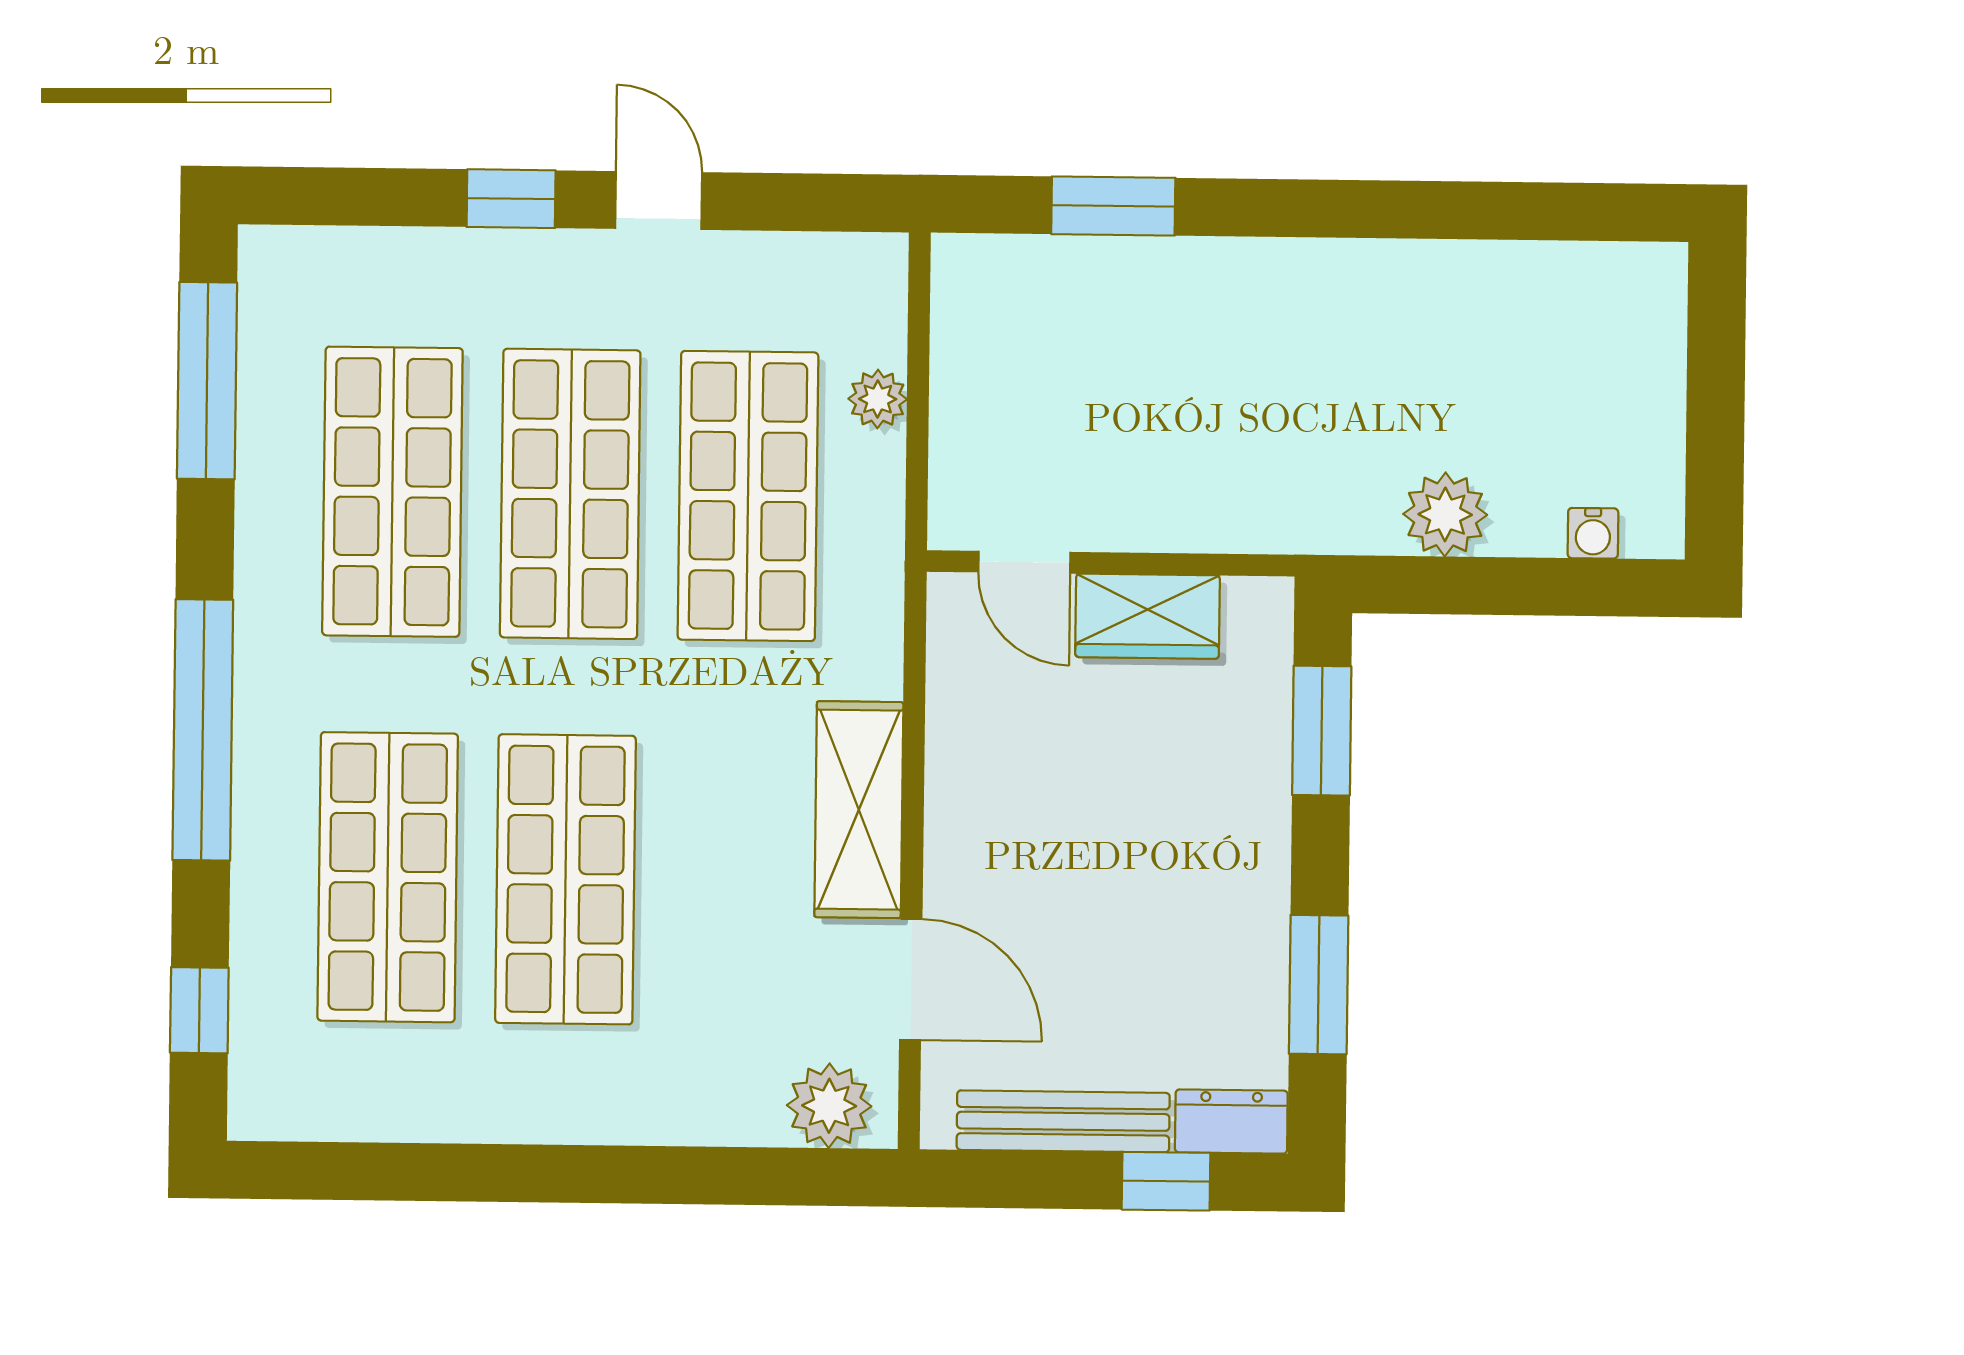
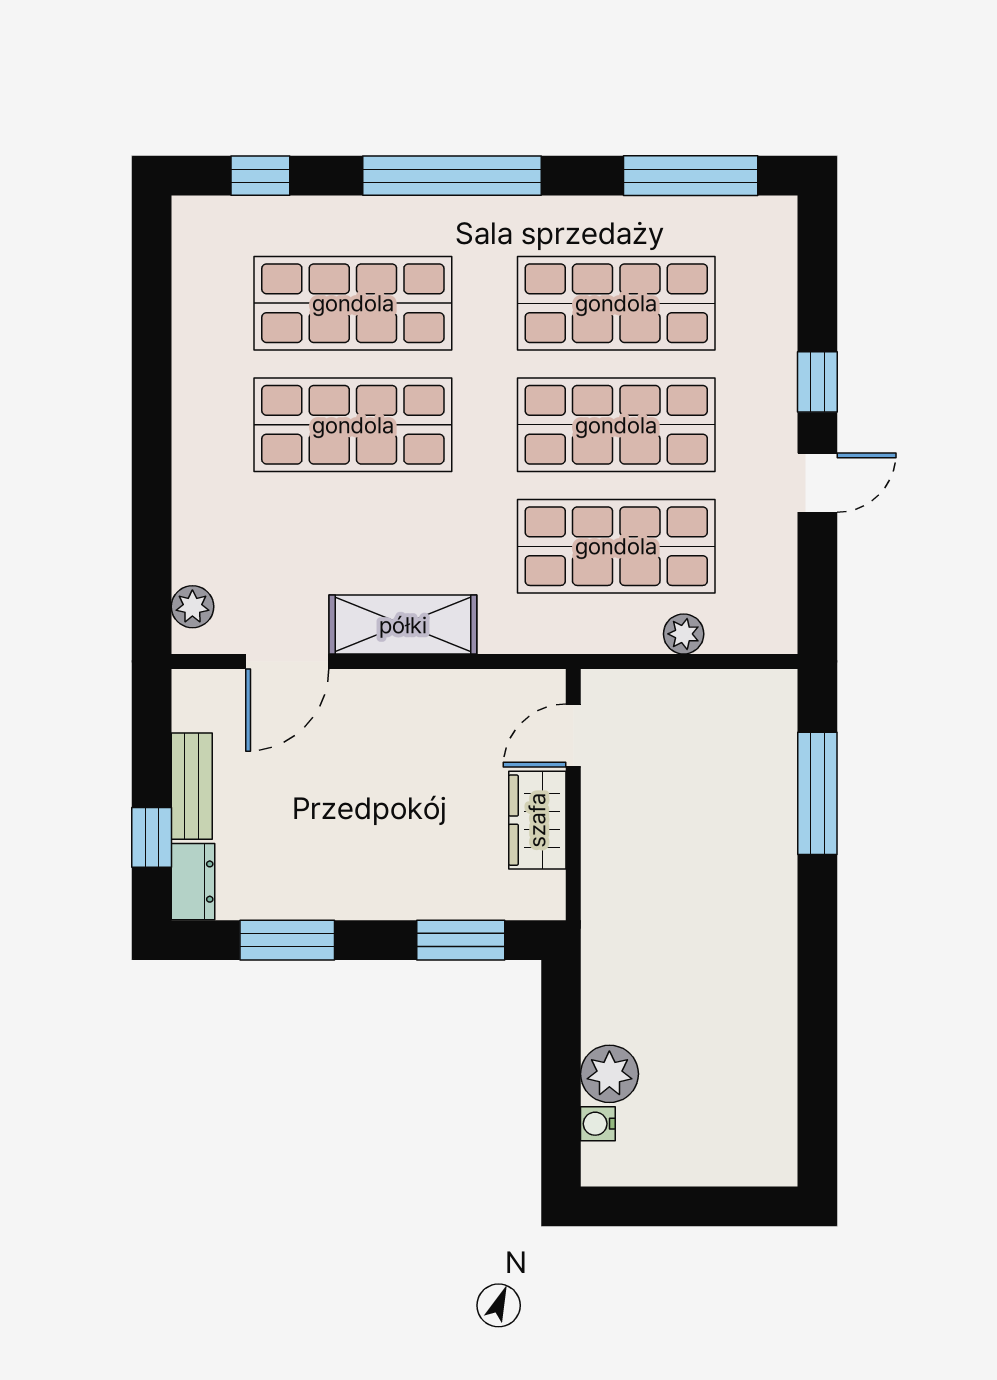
window: (1113, 206) -> (817, 793), width x1.44
plant: (1445, 514) -> (609, 1074), moved
plant: (829, 1106) -> (192, 607), width x0.73, depth x0.73
bench: (1063, 1121) -> (192, 786), width x0.73

